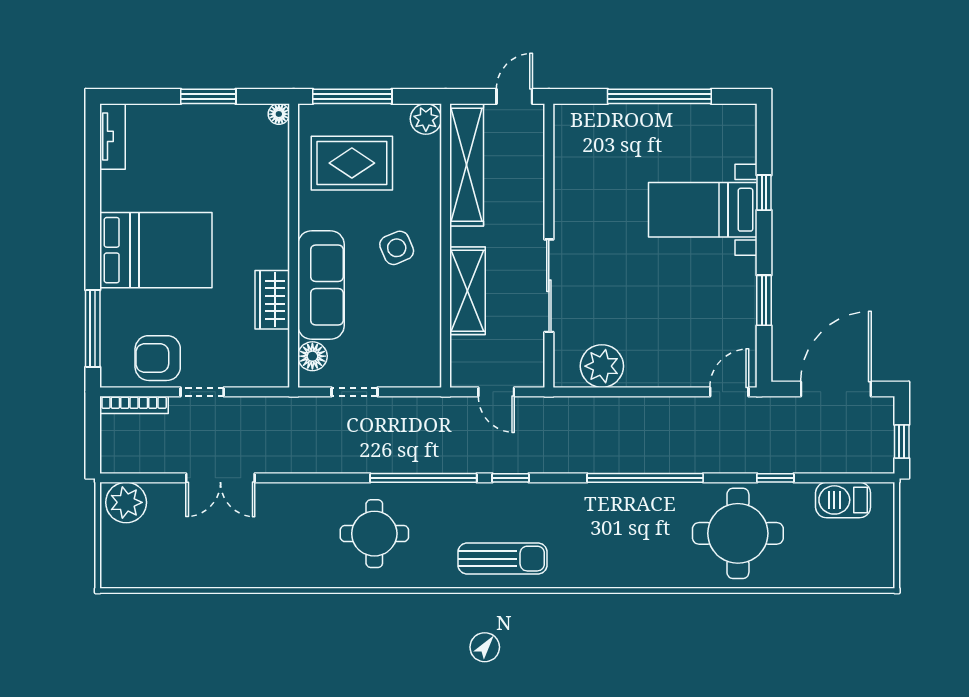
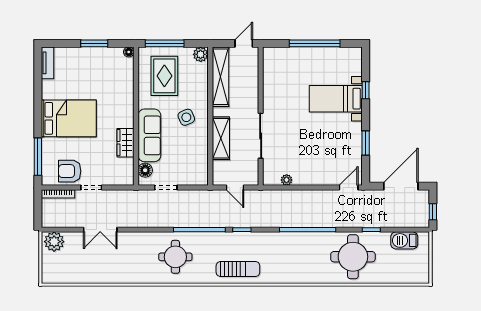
rug: (352, 163) -> (164, 76), turned 90
plant: (602, 366) -> (287, 180), width x0.53, depth x0.53

